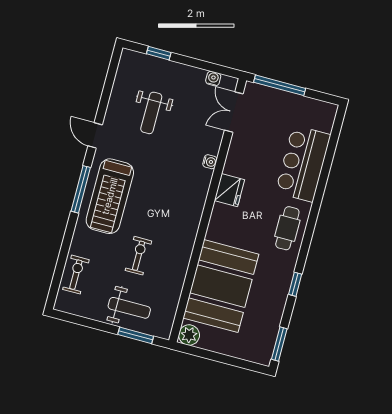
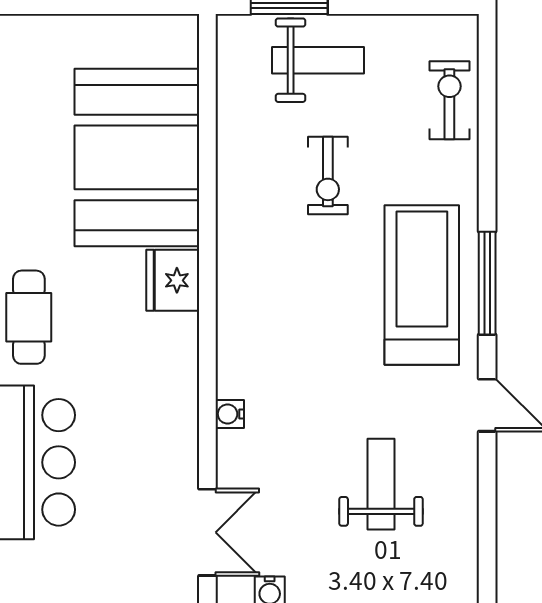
fridge: (229, 190) -> (173, 280), moved
exercise bike: (76, 275) -> (449, 100), turned 180
weight bench: (129, 308) -> (318, 60), turned 180
plant: (189, 335) -> (177, 36), removed

